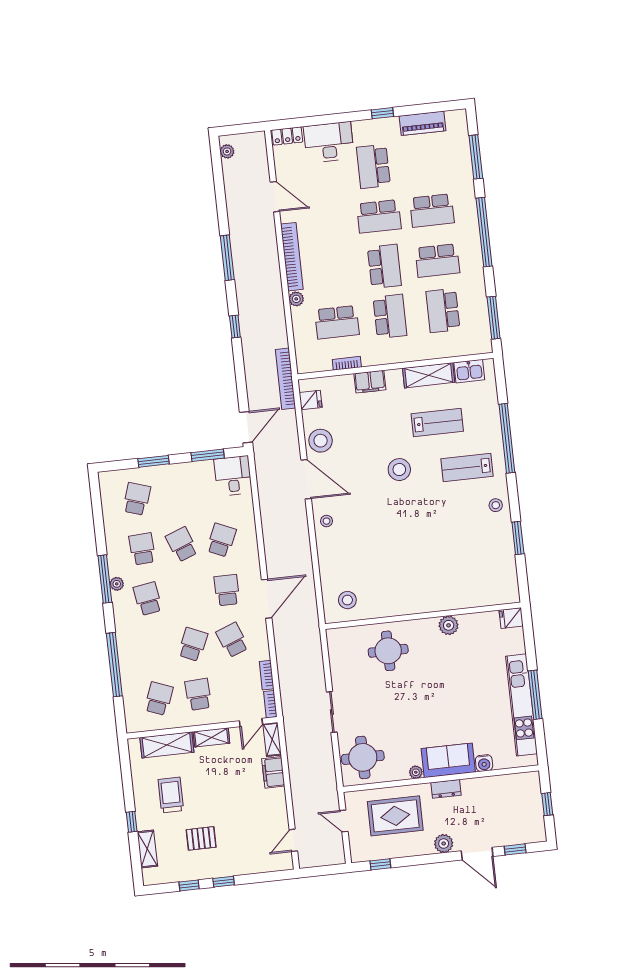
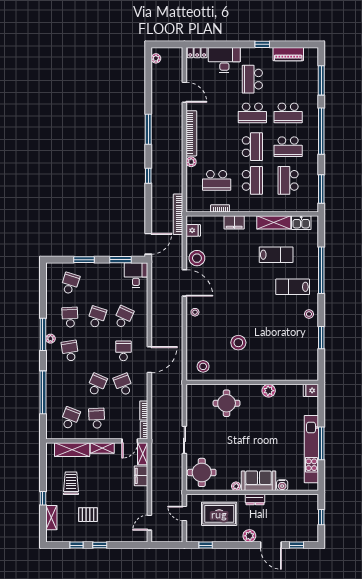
stool: (399, 470) -> (238, 343), moved
school desk: (182, 544) -> (97, 317), turned 39

